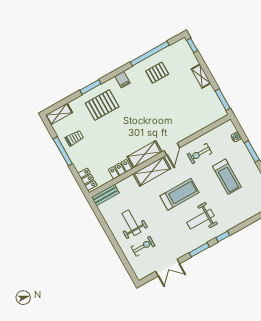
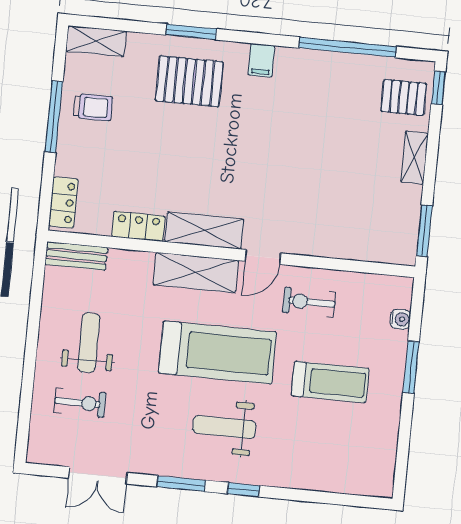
pallet: (157, 73) -> (404, 97), moved
treadmill: (227, 177) -> (330, 382), turned -90
treadmill: (179, 194) -> (217, 352), width x1.37, depth x1.38

